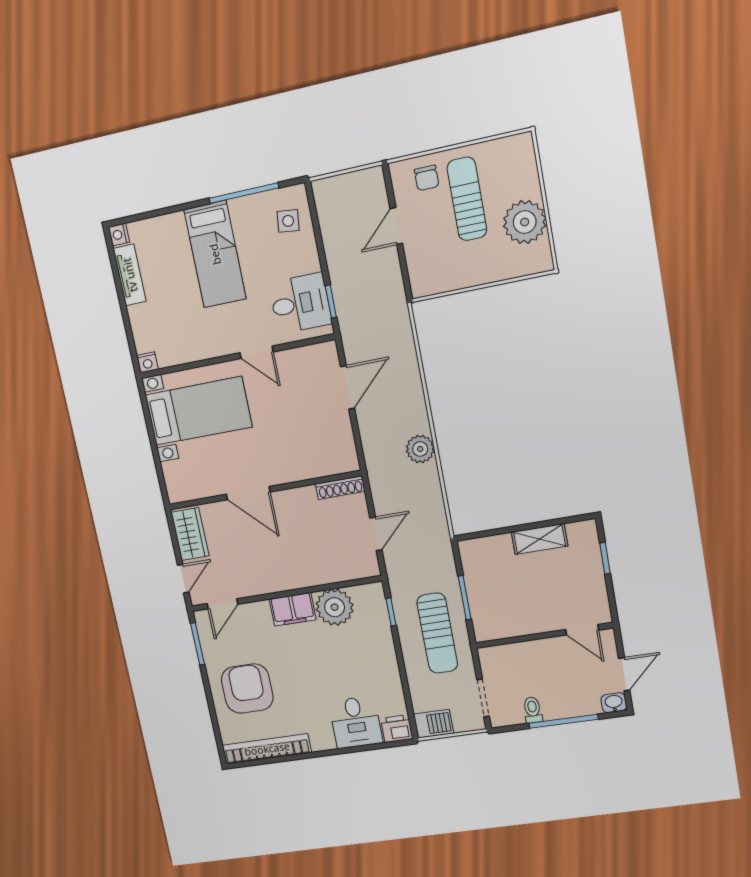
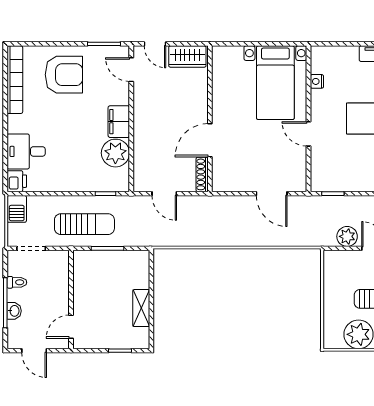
desk: (300, 303) -> (336, 172), removed
door: (257, 352) -> (308, 134), hinge flipped
nightstand: (147, 362) -> (317, 81), moved
plant: (420, 449) -> (347, 236), moved
door: (248, 493) -> (210, 140), moved
sun lounger: (437, 633) -> (84, 224), turned 180
washbasin: (614, 703) -> (14, 311), moved

